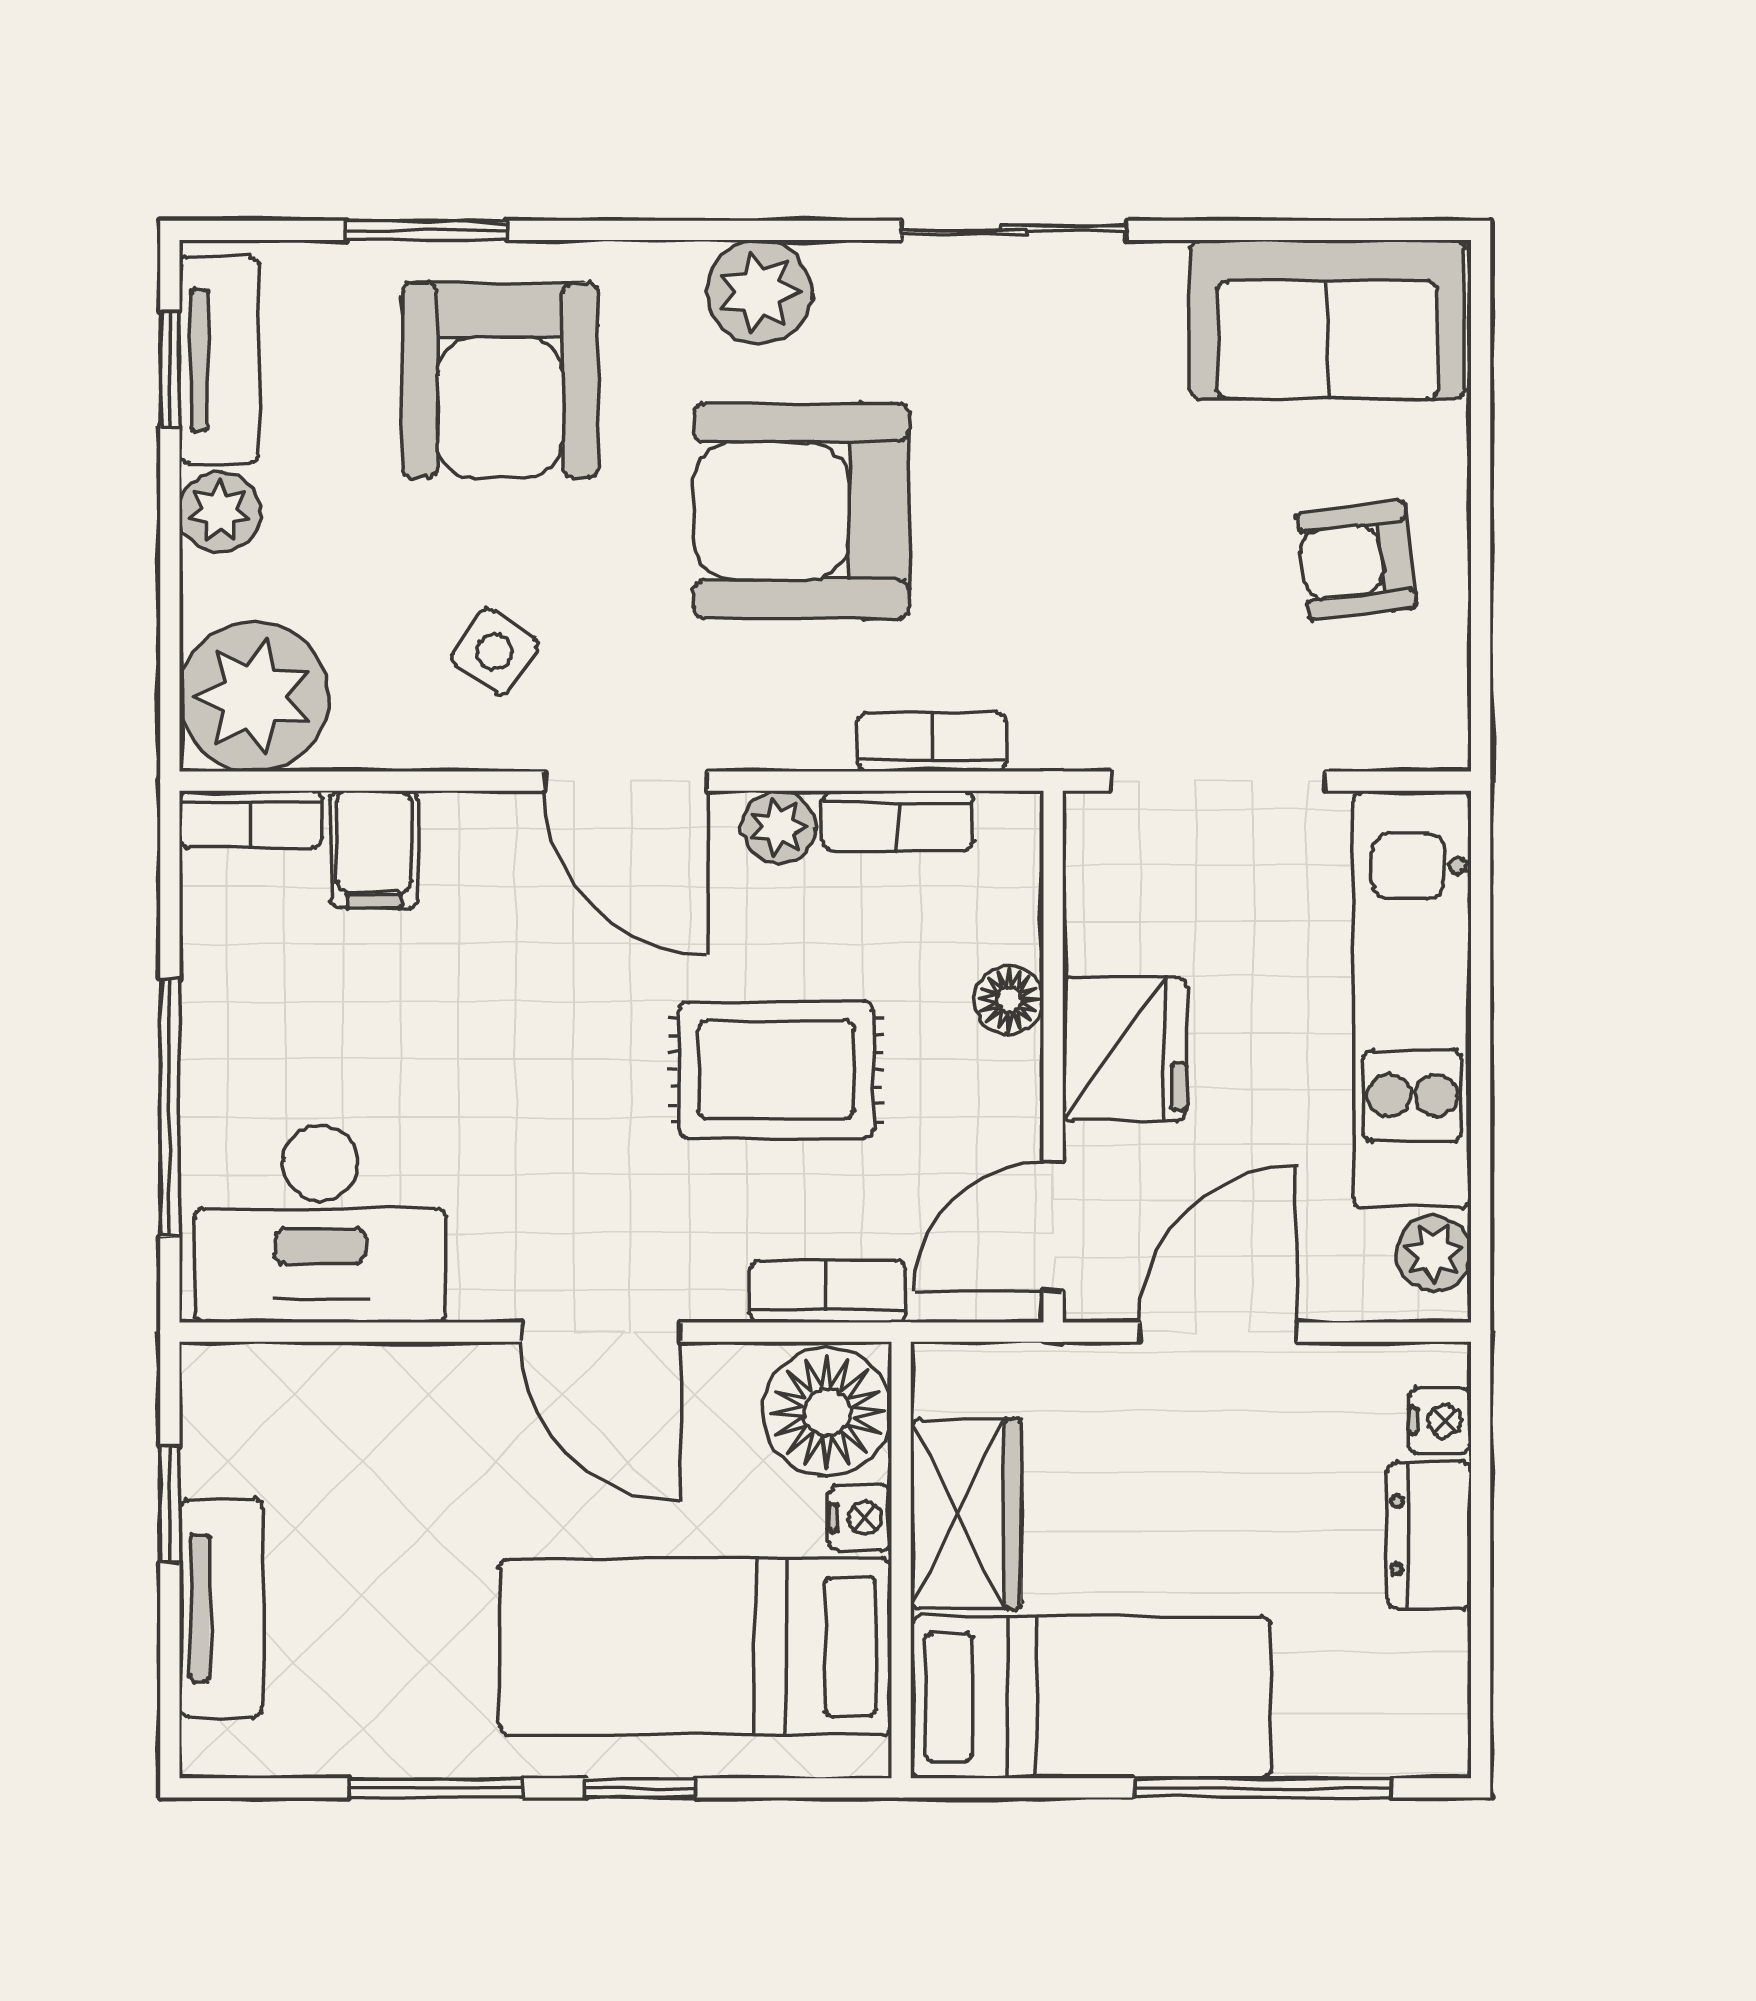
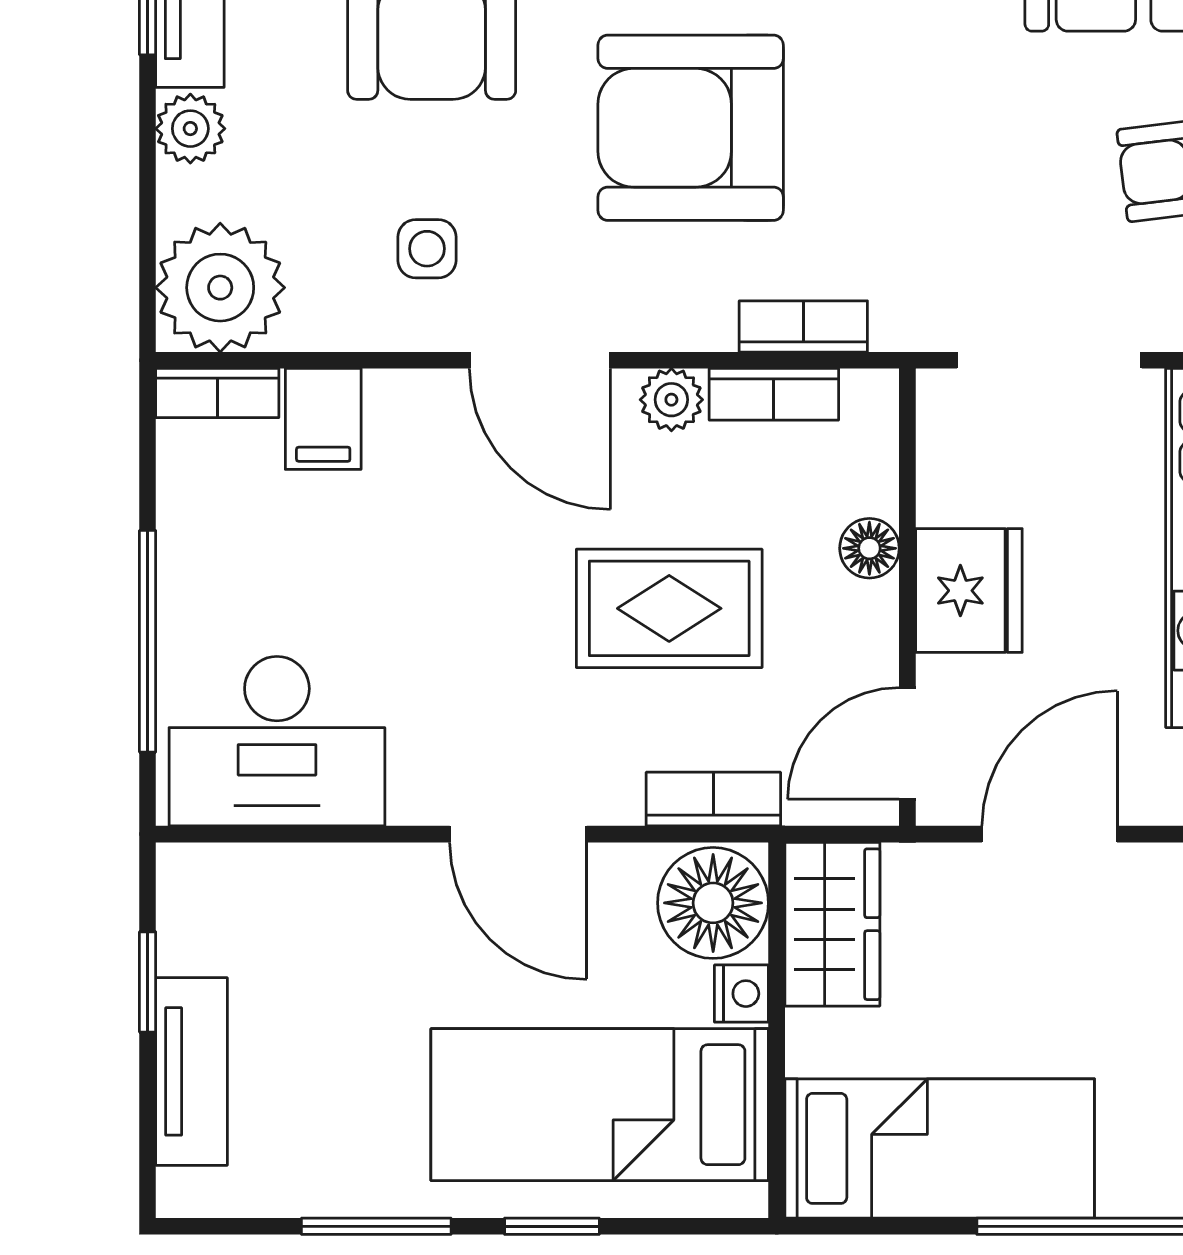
side table: (495, 652) -> (427, 249), turned -34
wardrobe: (966, 1514) -> (832, 924), moved

